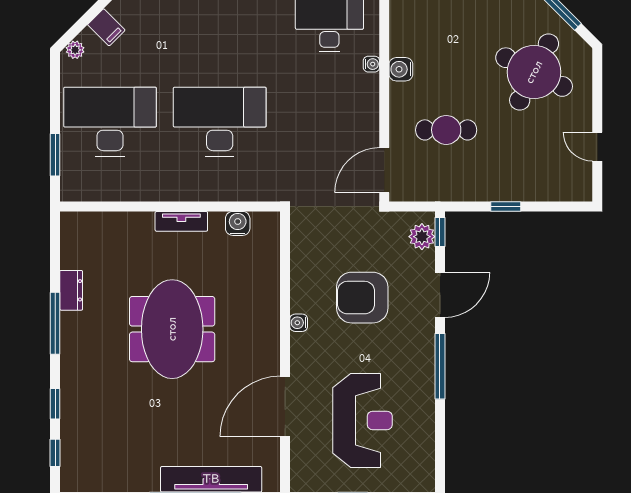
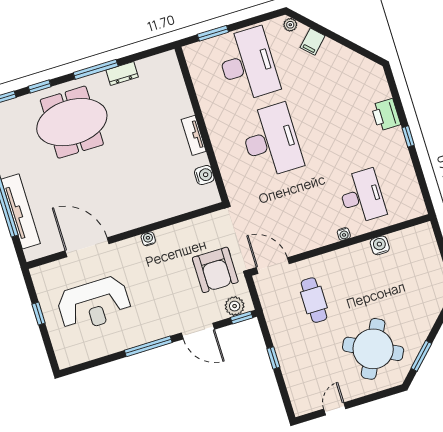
water cooler: (401, 69) -> (380, 245), moved
armchair: (362, 298) -> (215, 270), moved, turned 180
meeting table: (172, 329) -> (72, 122), moved

